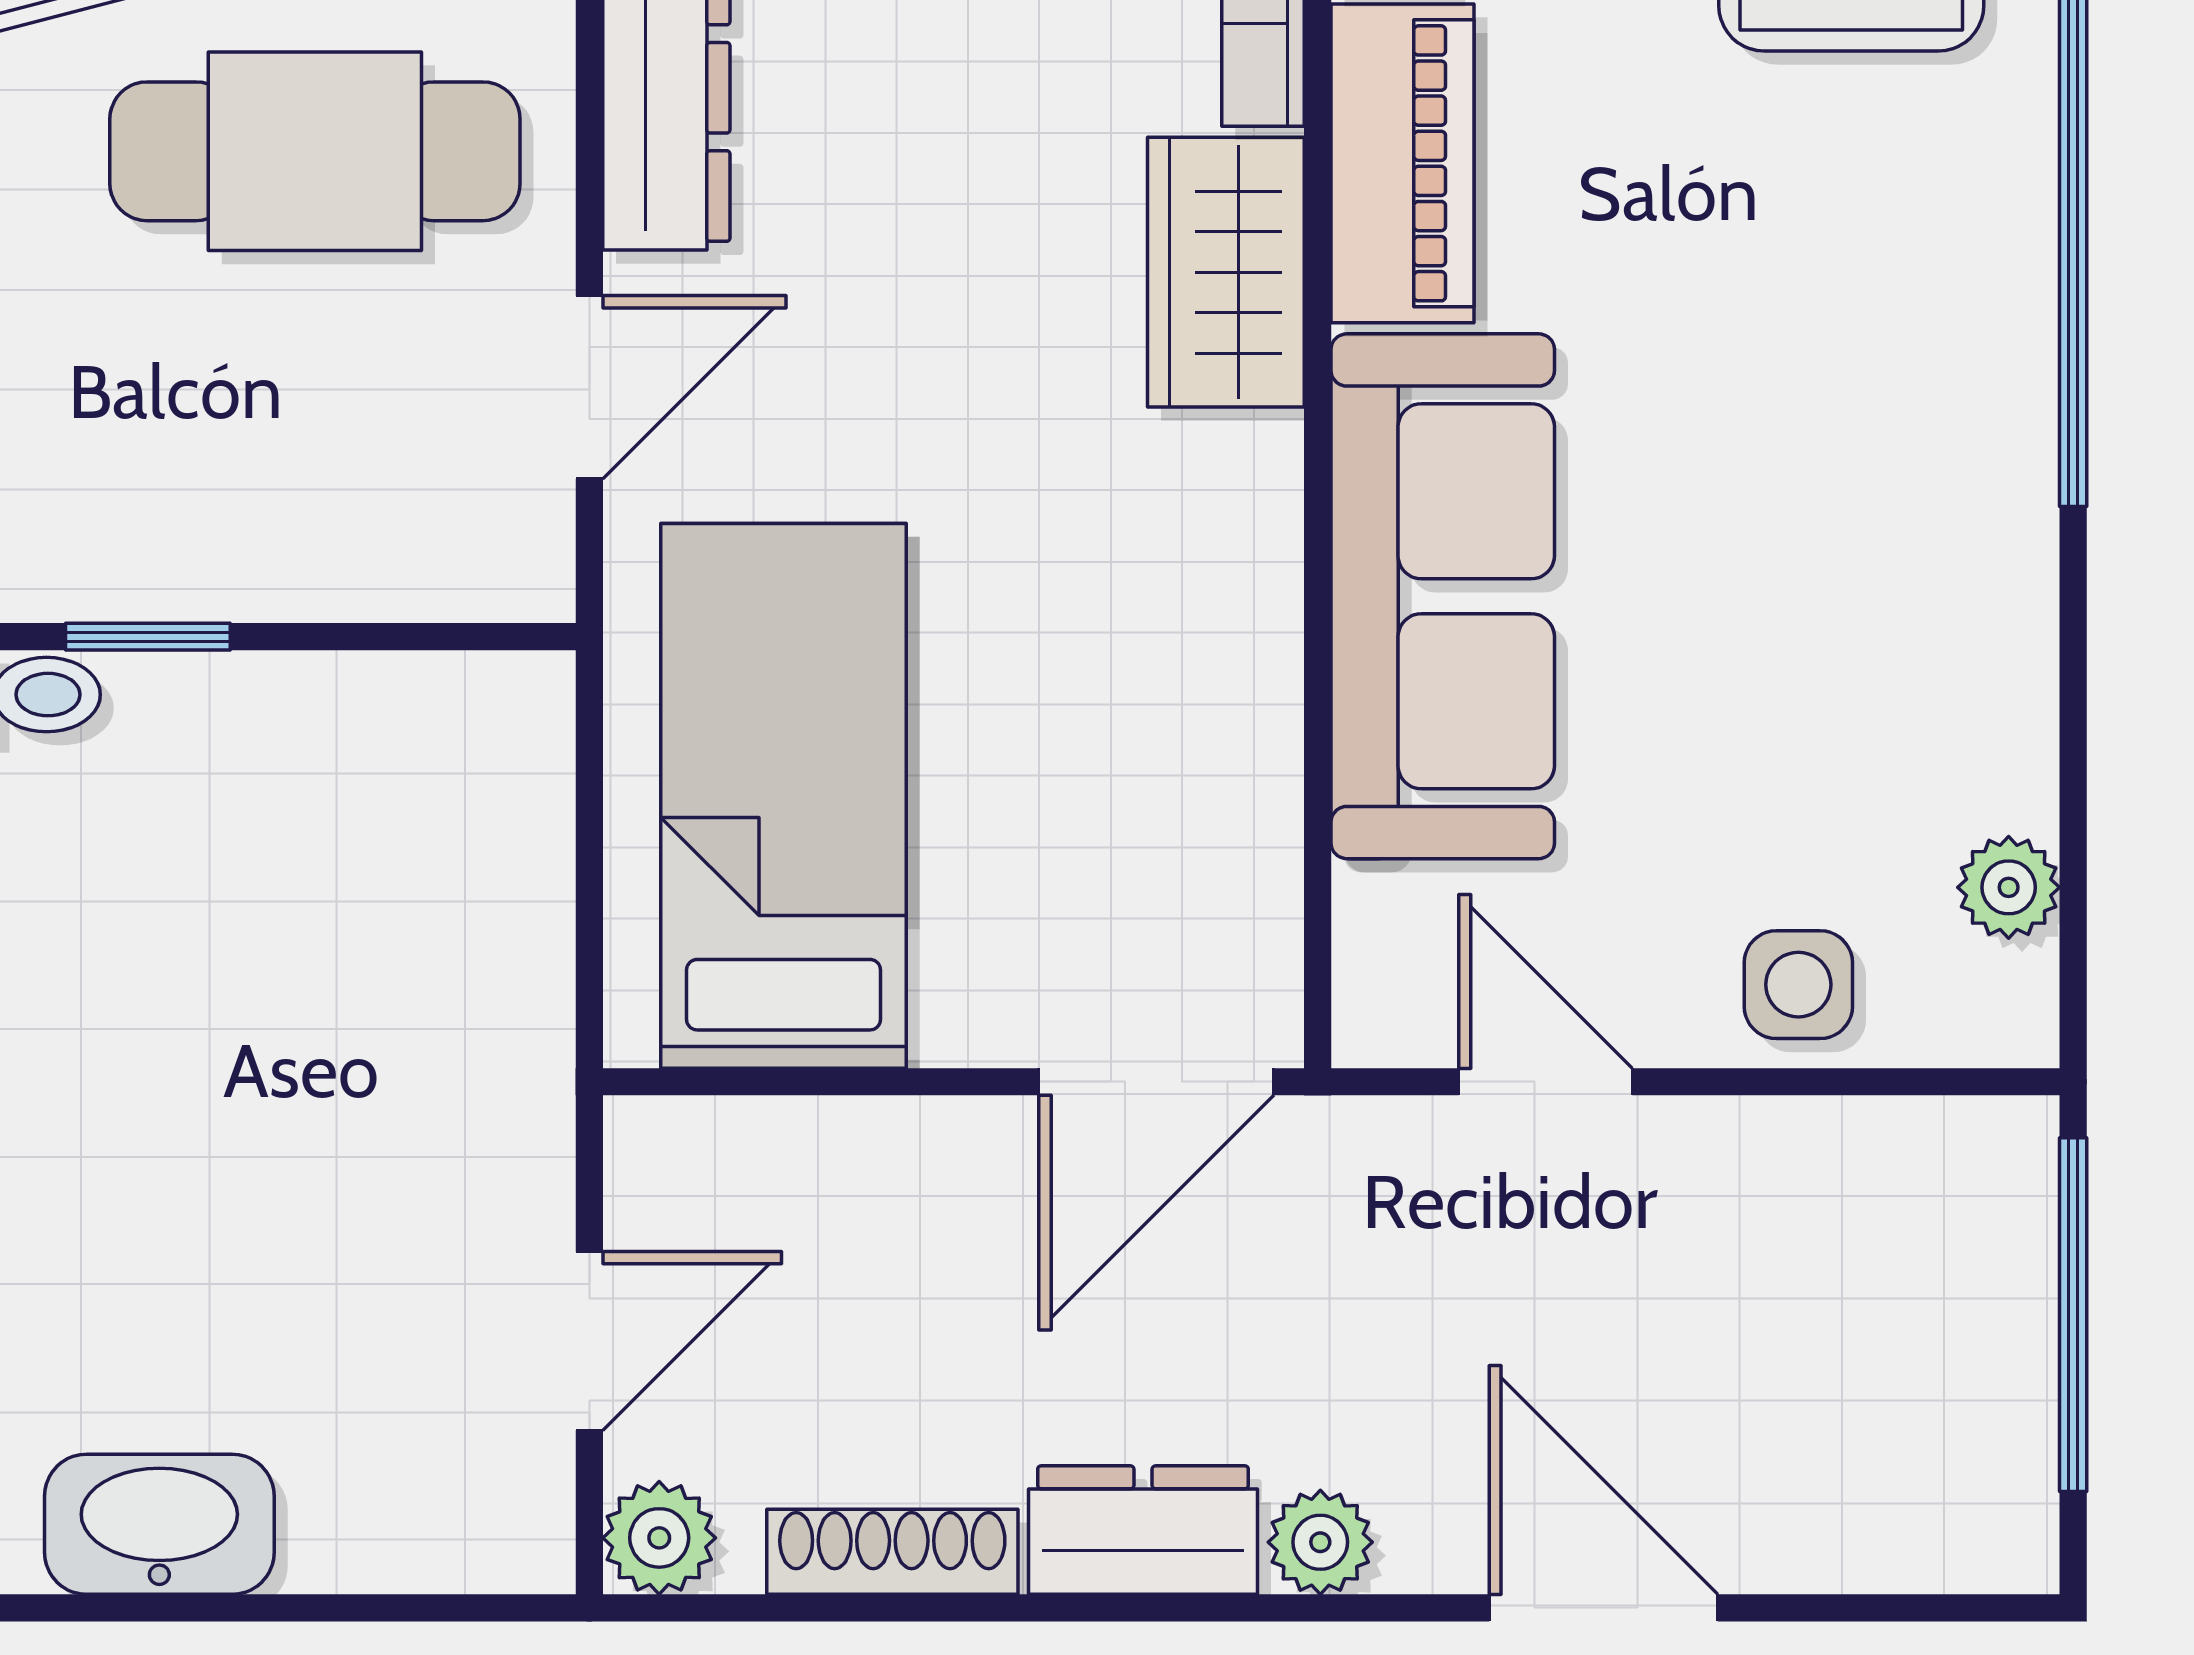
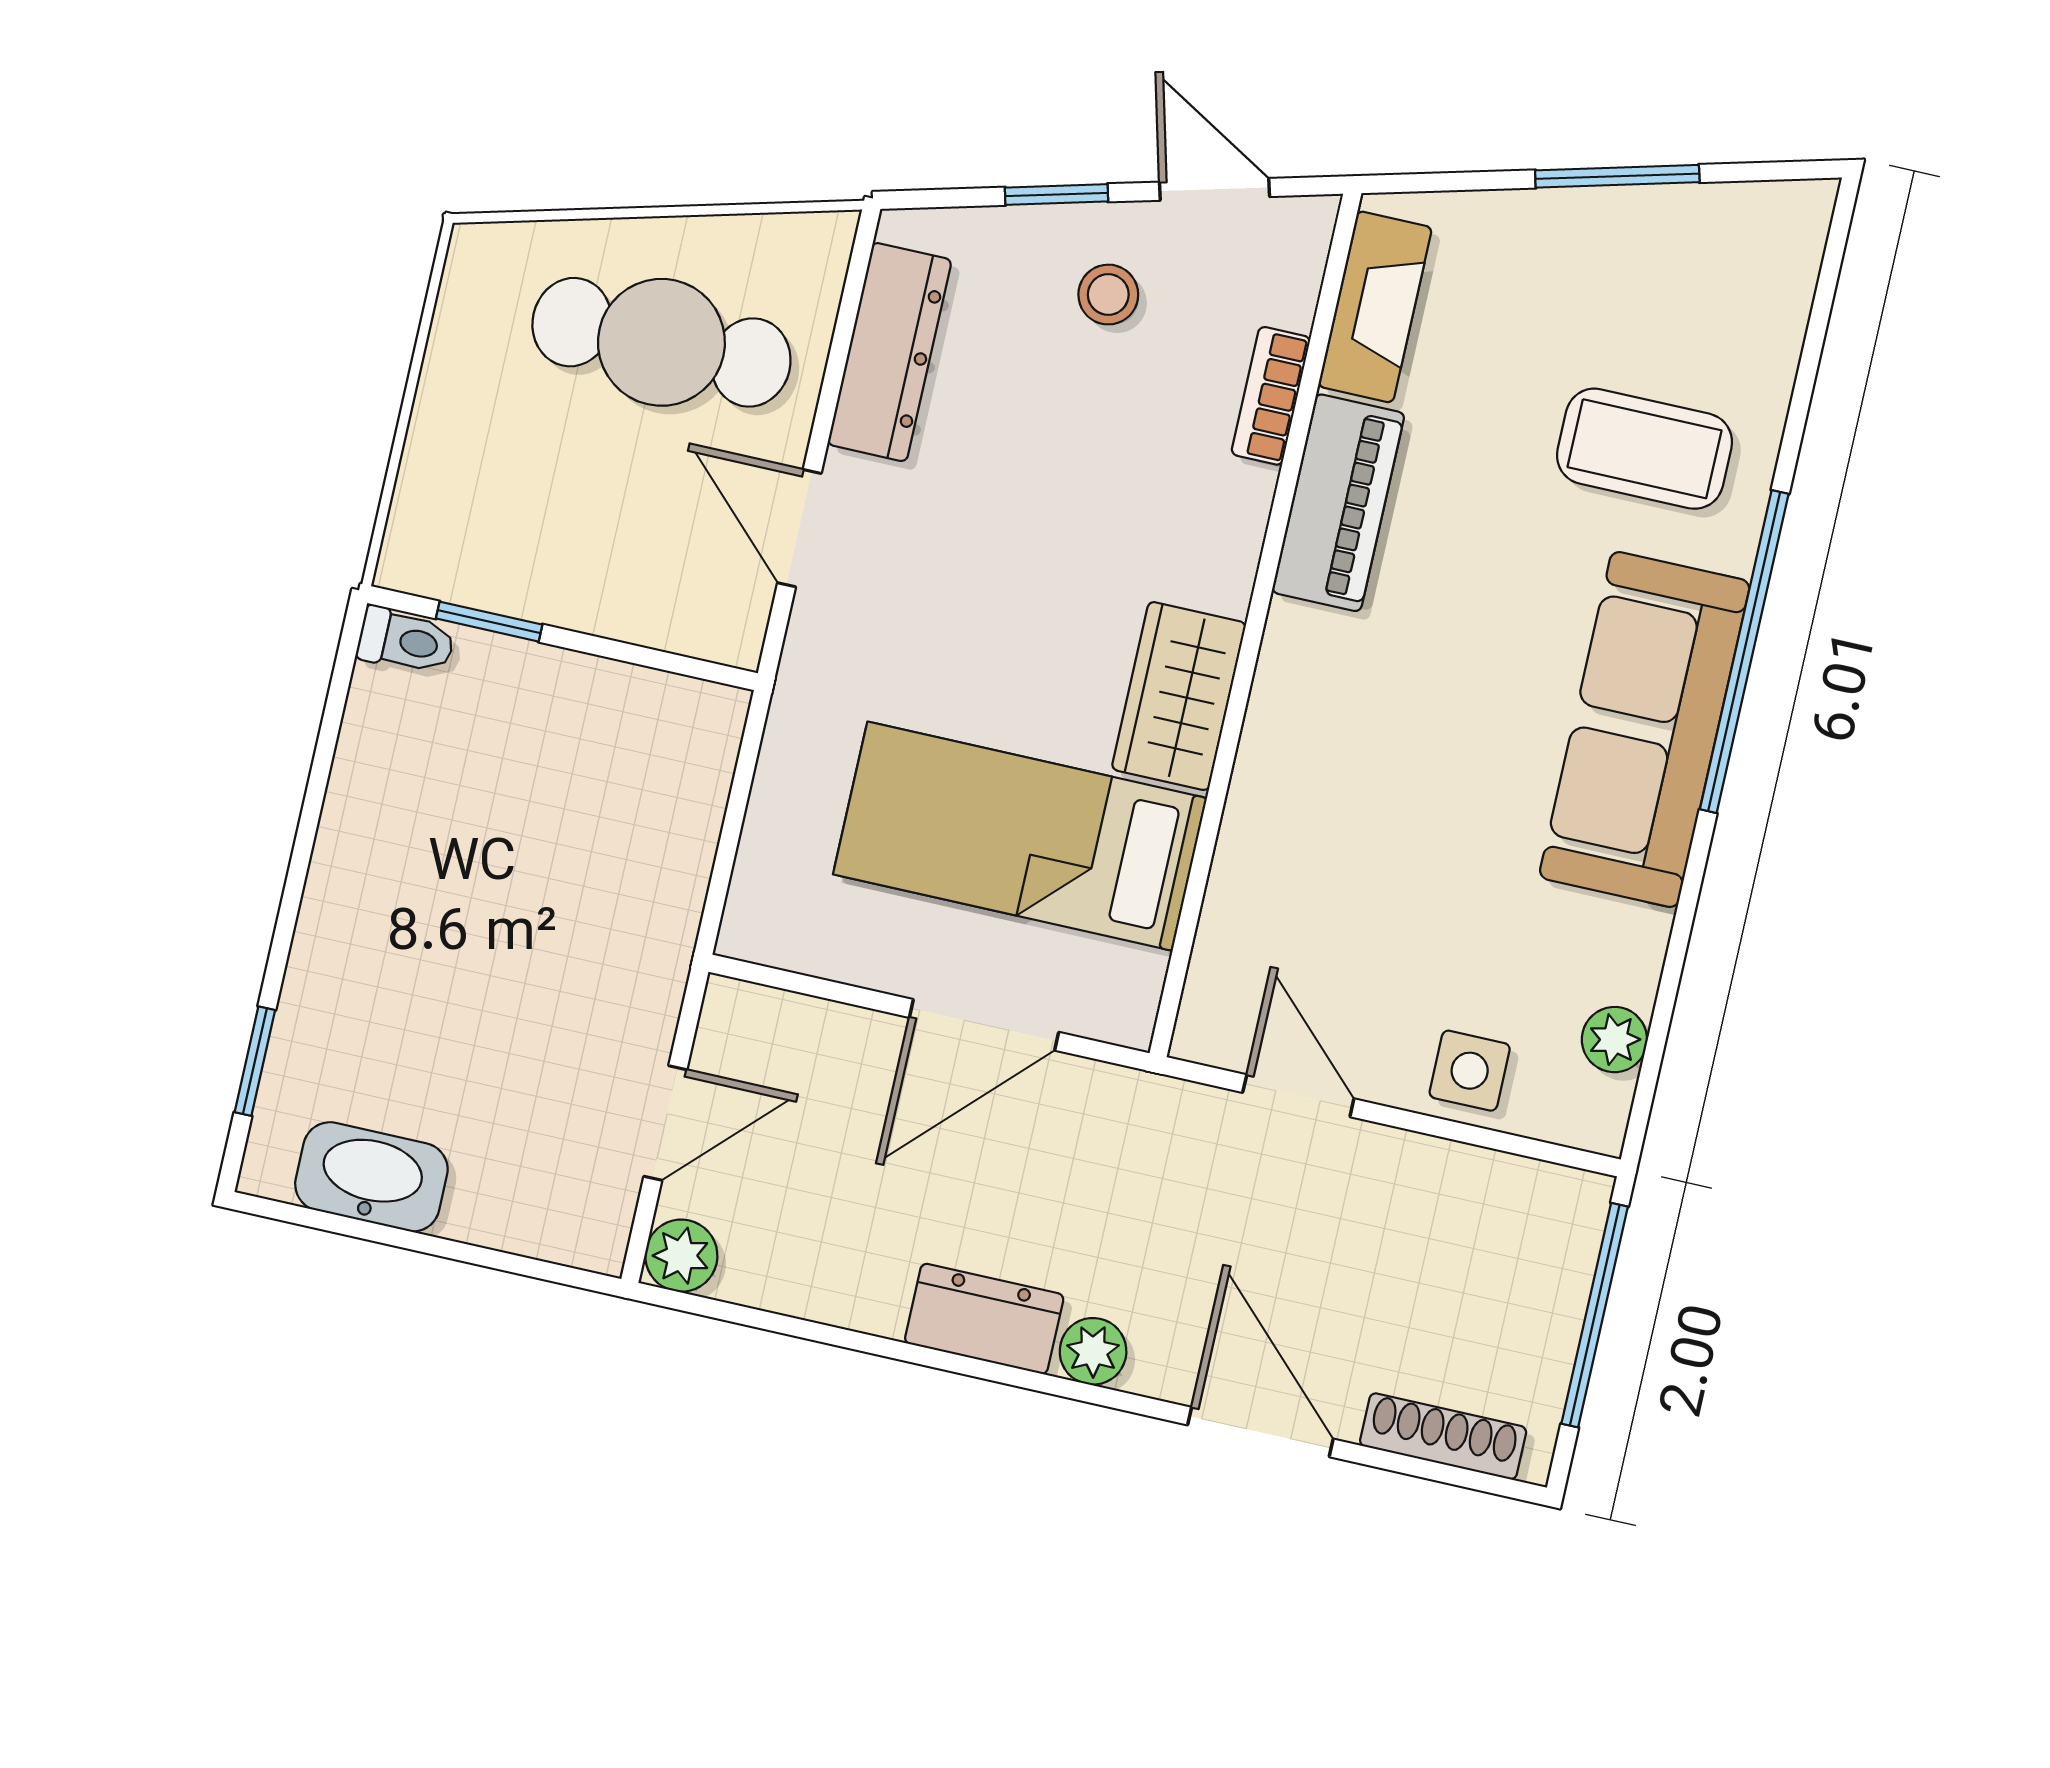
wardrobe: (1226, 272) -> (1179, 696), moved
door: (589, 387) -> (799, 528), swing flipped
sofa: (1443, 596) -> (1645, 729), moved, turned 180
bed: (784, 796) -> (1020, 836), moved, turned -90
door: (1156, 1082) -> (984, 1025), moved
shoe rack: (892, 1552) -> (1443, 1436), moved

